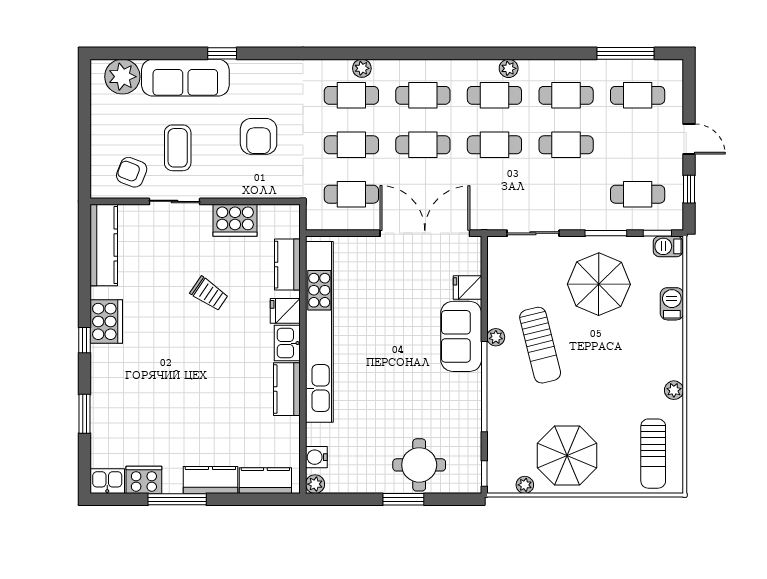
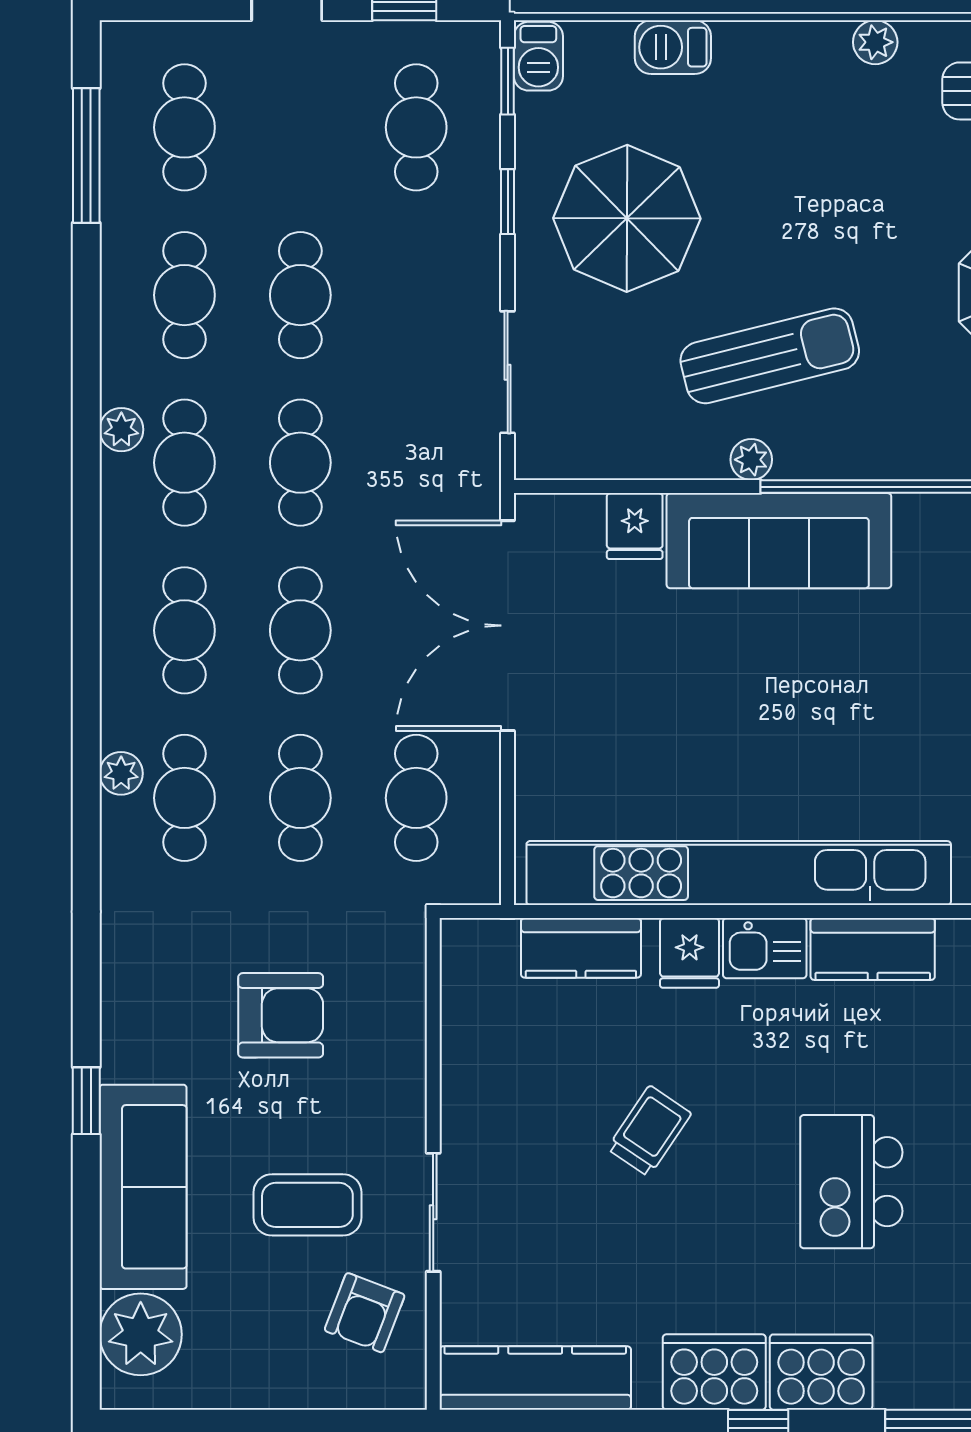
cooker: (235, 220) -> (821, 1372), moved, turned -90
window: (606, 233) -> (508, 202), width x0.67
sofa: (461, 336) -> (779, 541), width x1.36
kitchen island: (188, 380) -> (851, 1182), added

